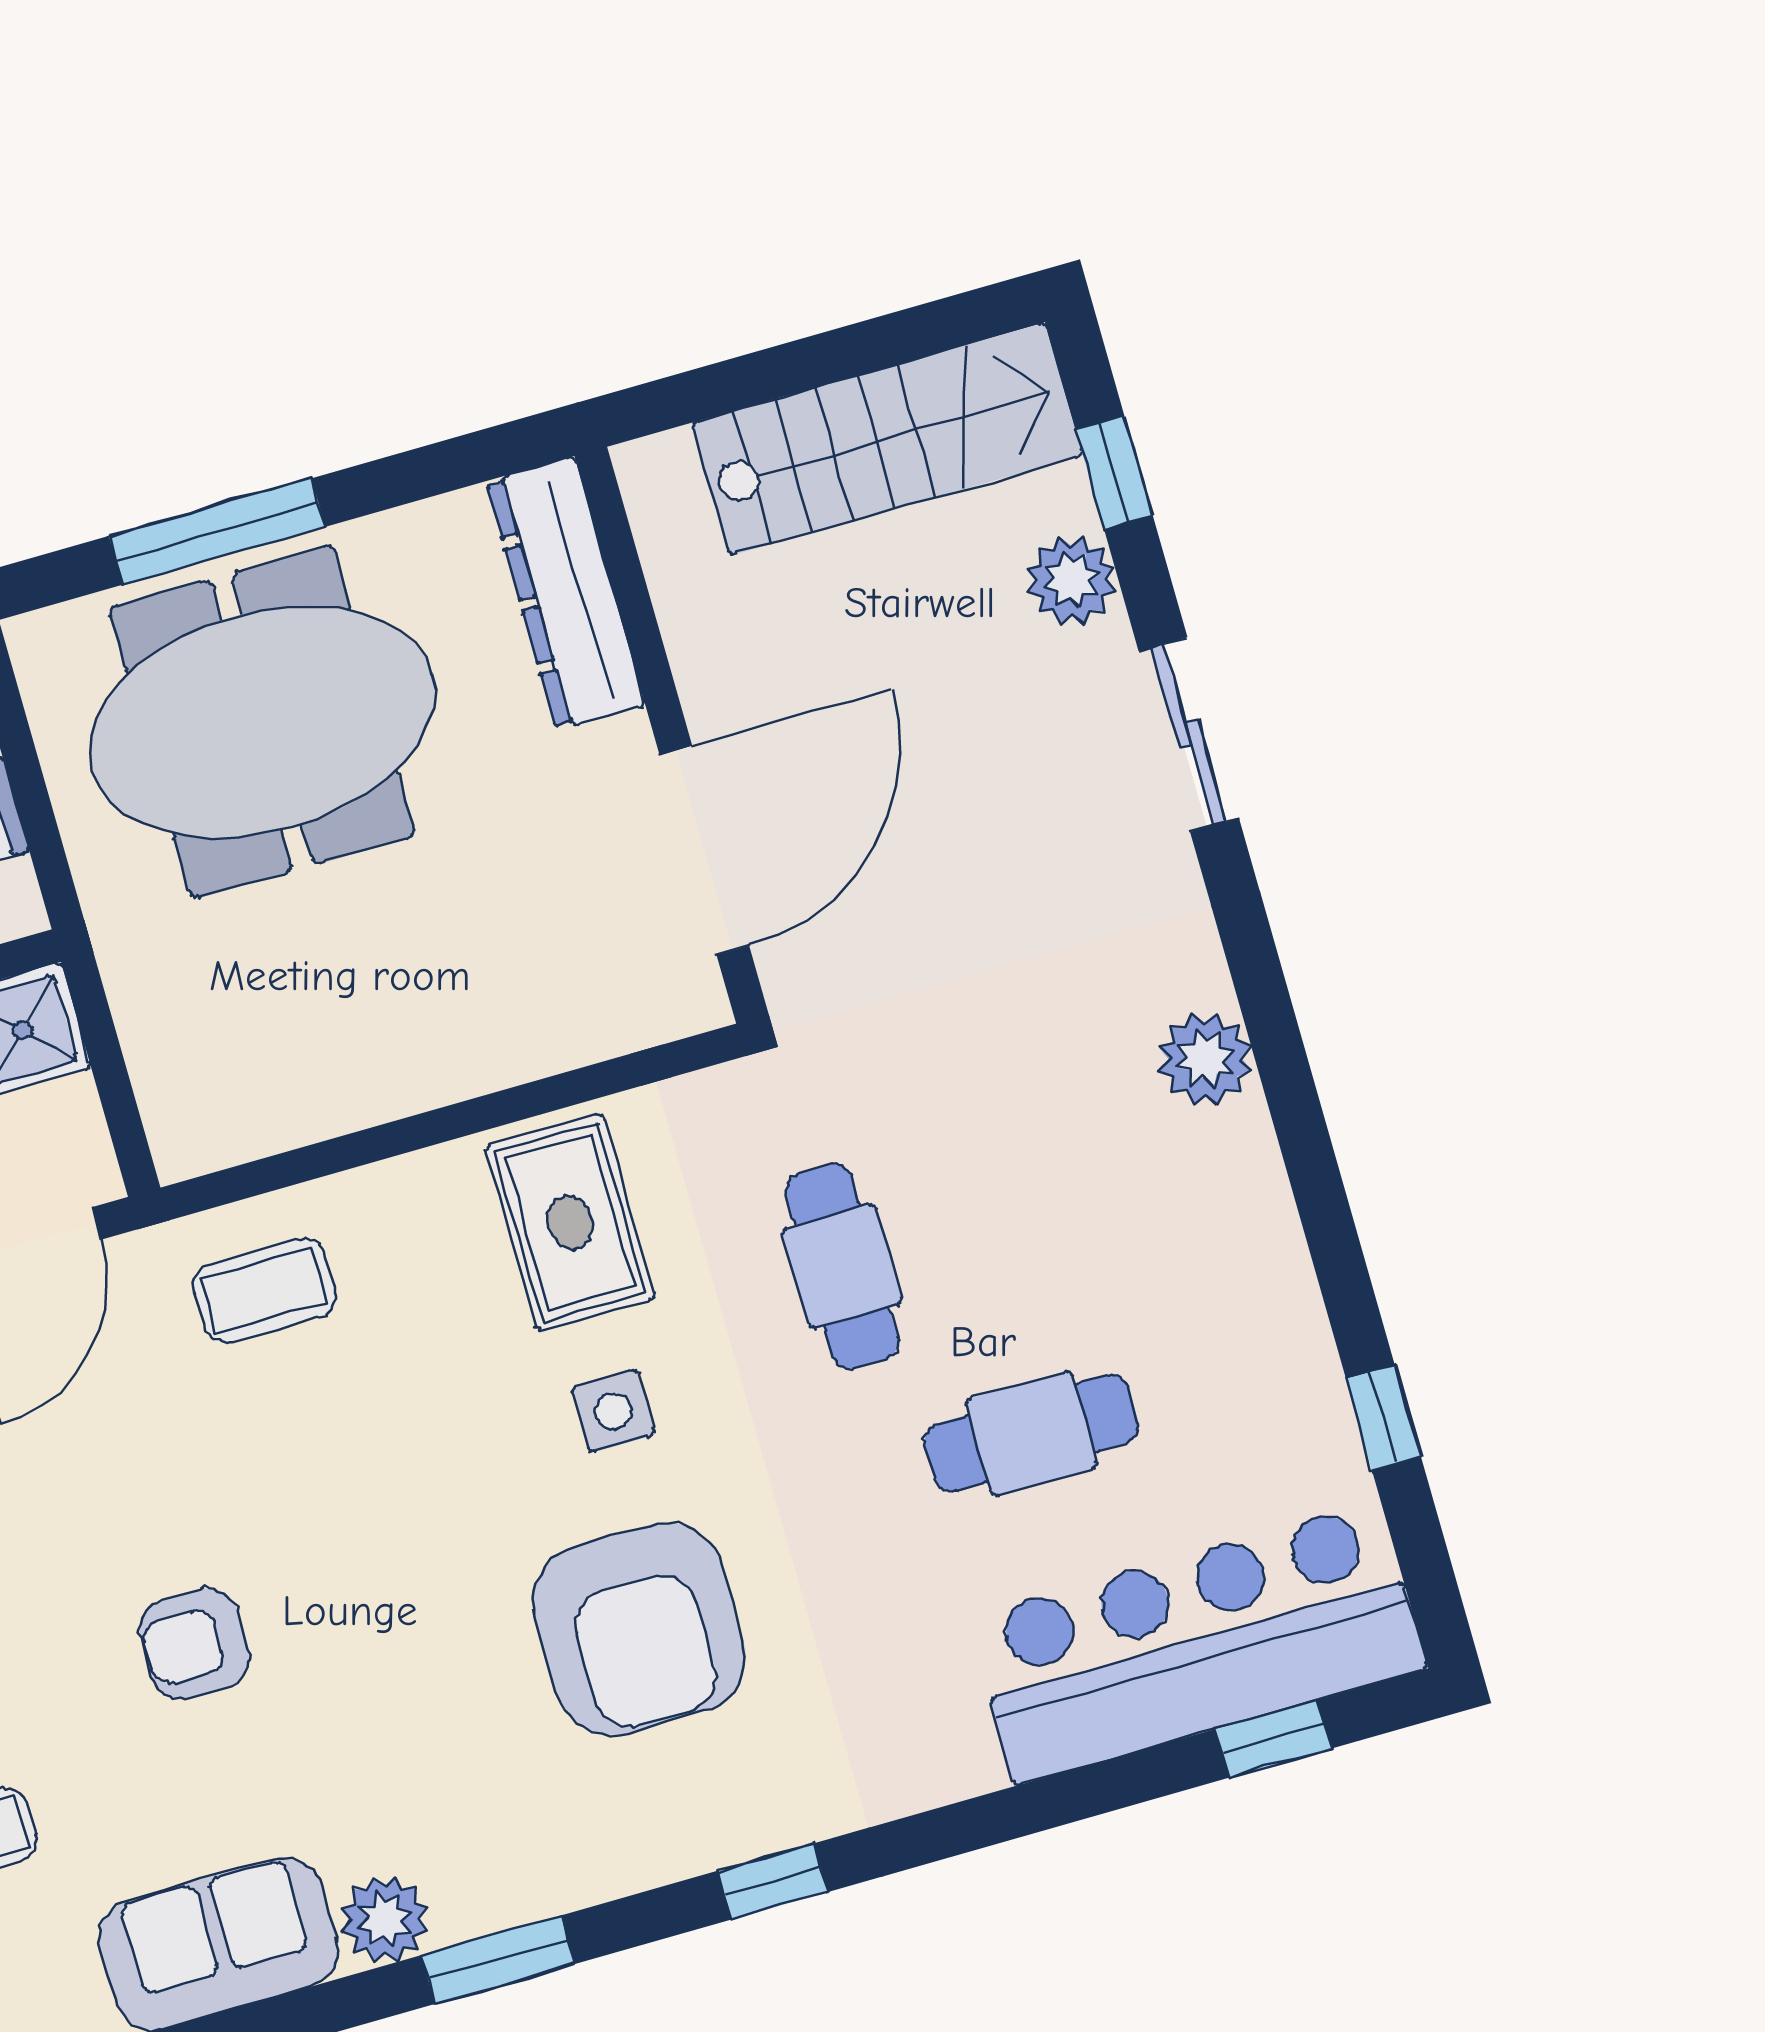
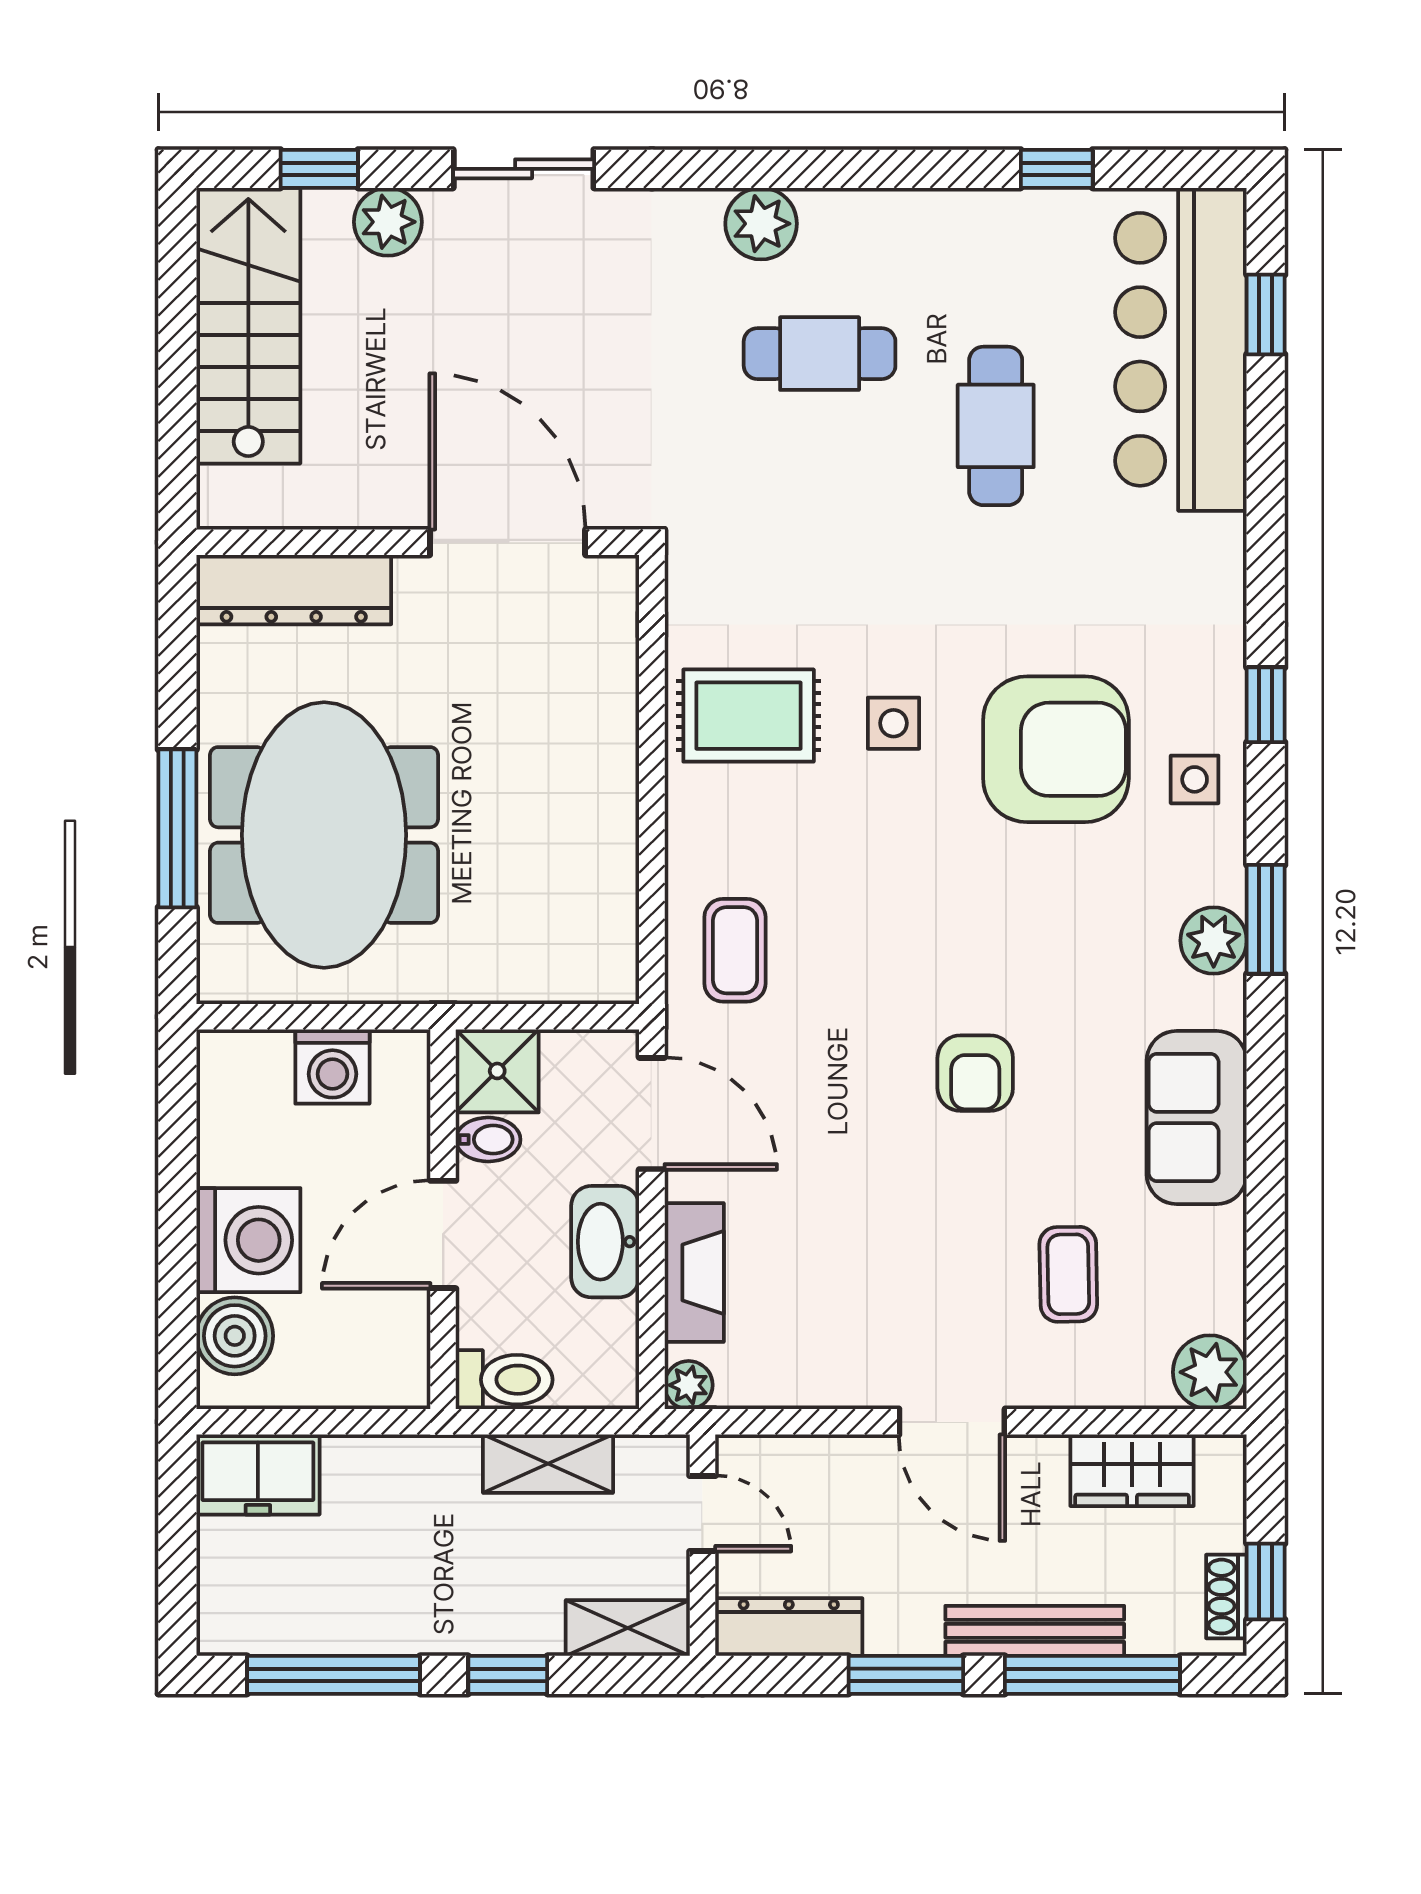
cafe table: (842, 1266) -> (820, 354), moved
side table: (651, 1818) -> (1195, 779), added
plant: (385, 1920) -> (1214, 940), moved

